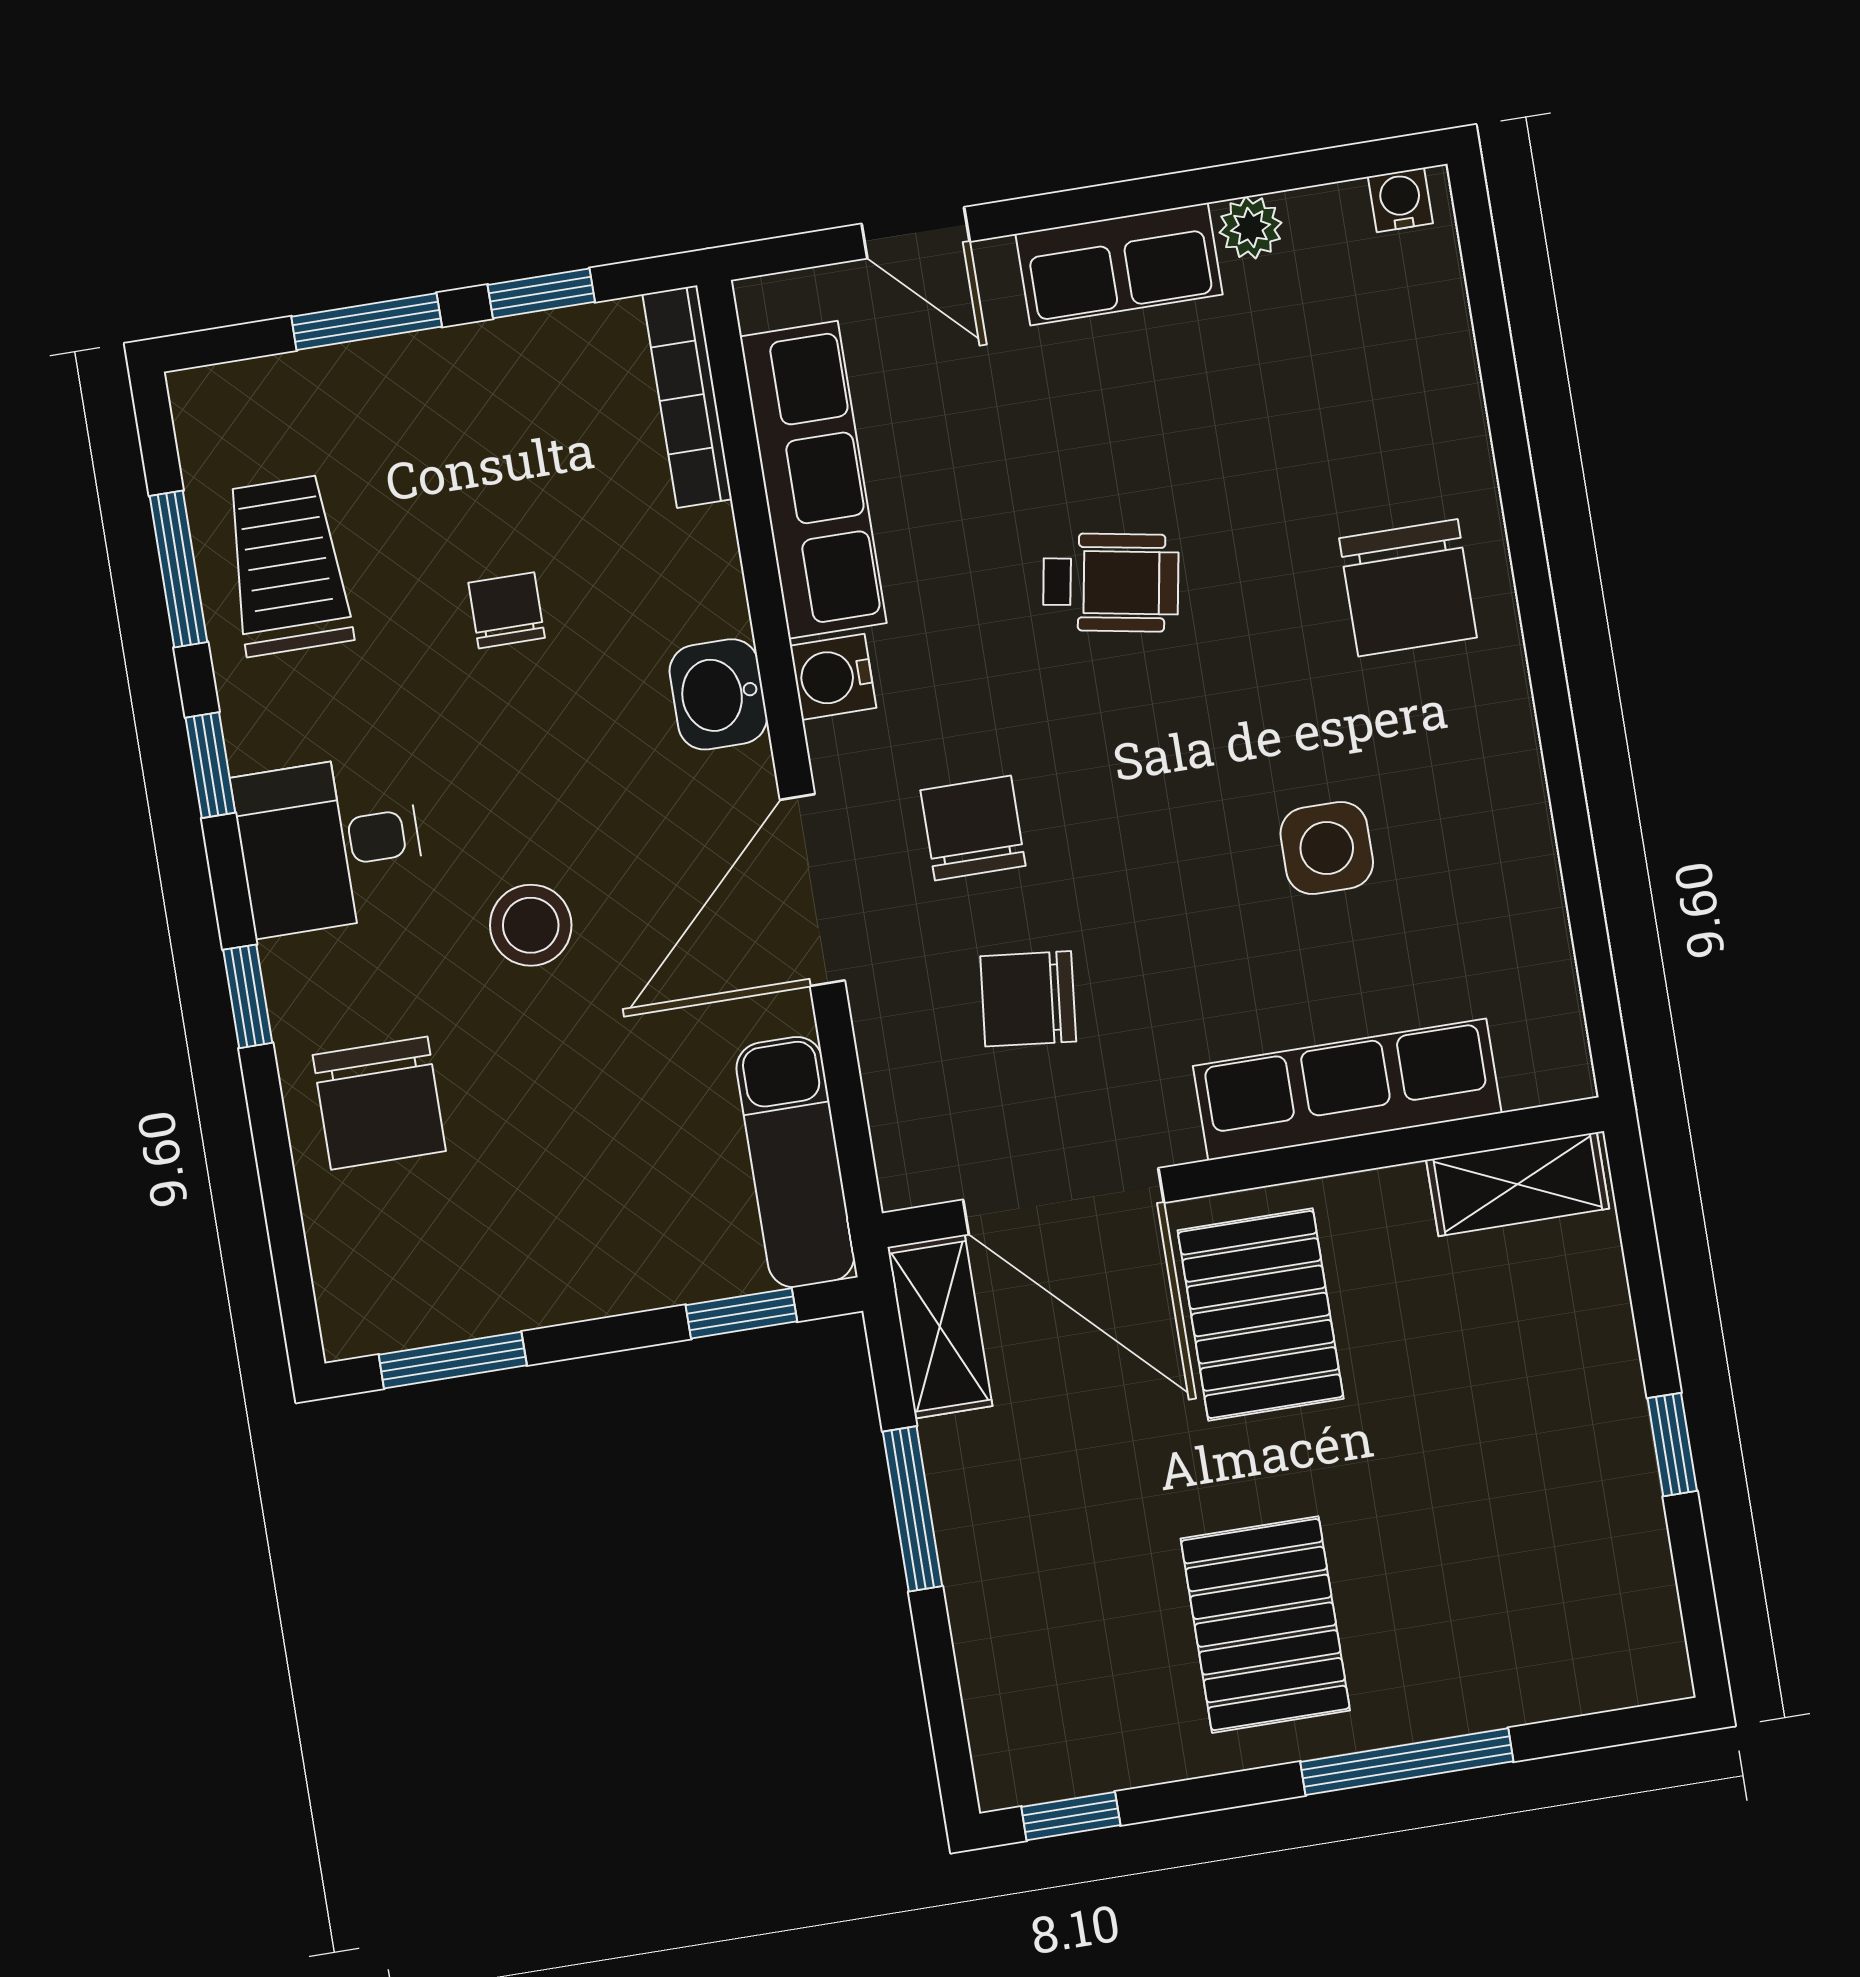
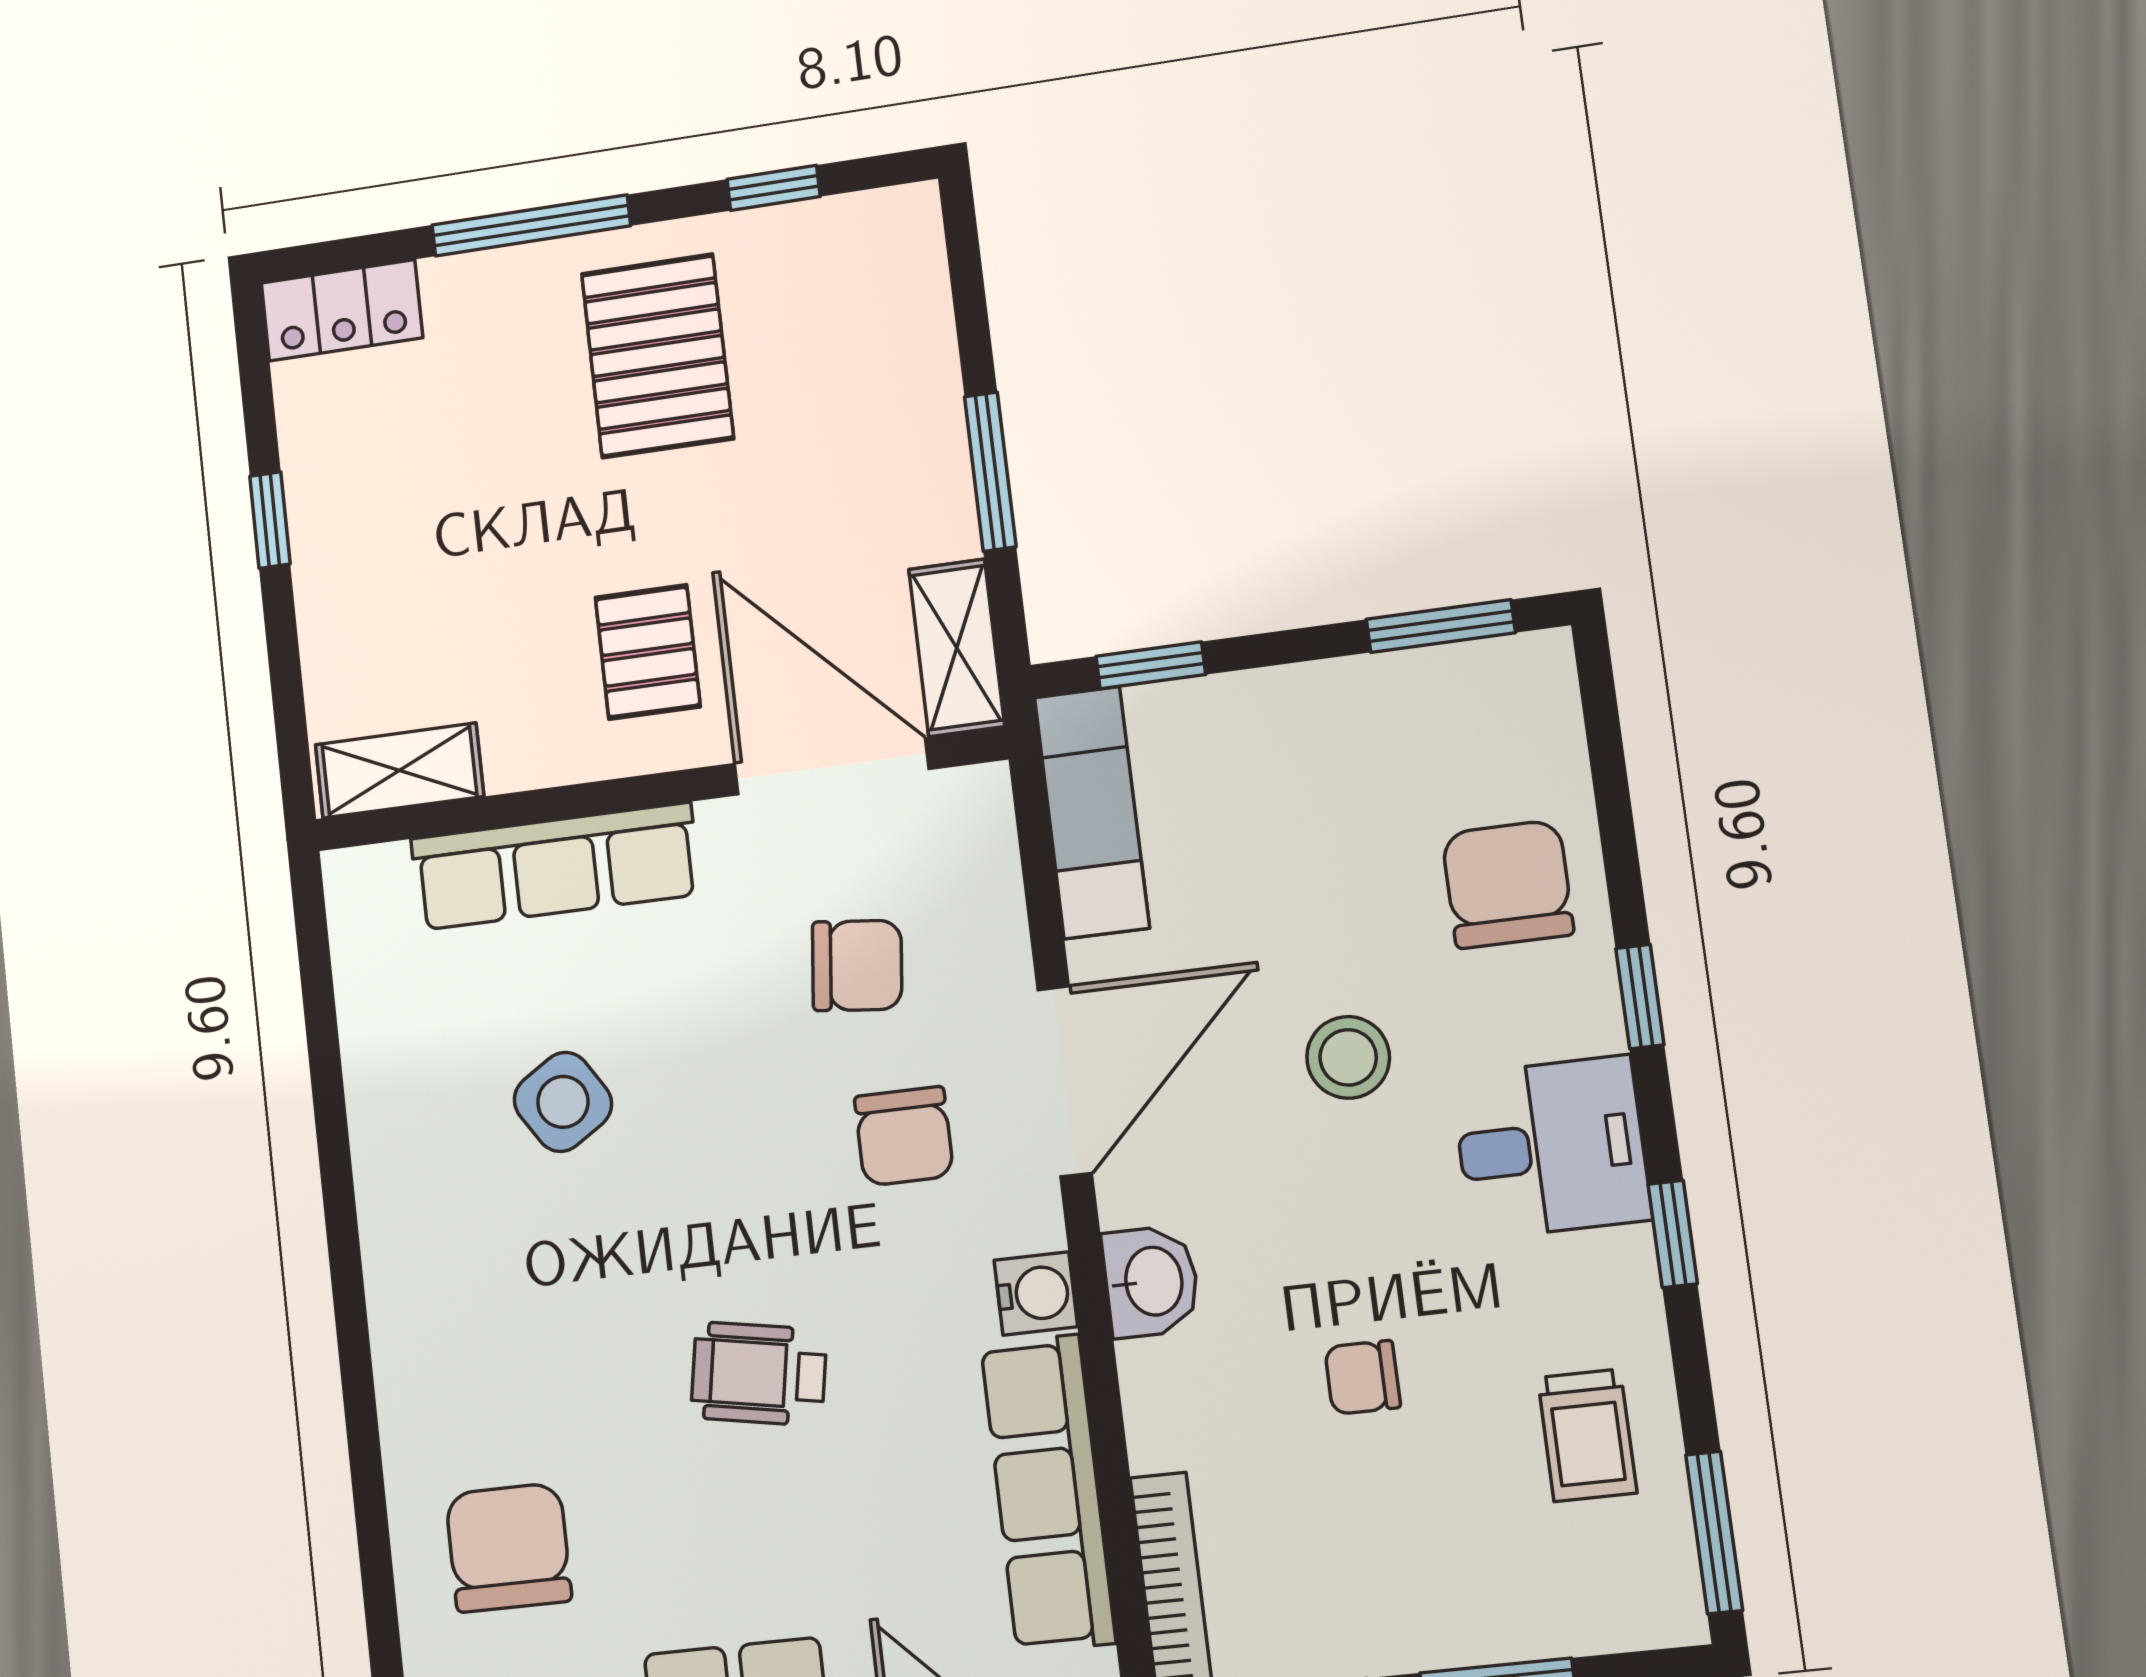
trolley: (287, 566) -> (1587, 1435), width x0.73, depth x0.72
window: (179, 569) -> (1714, 1533), moved
chair: (1408, 588) -> (508, 1548), moved
chair: (507, 610) -> (1363, 1377), turned 90
side table: (1327, 848) -> (563, 1102), turned -33
pallet: (1261, 1314) -> (648, 652), width x0.67, depth x0.71
locker: (1607, 1669) -> (342, 310), added
window: (1071, 1816) -> (774, 188), moved

